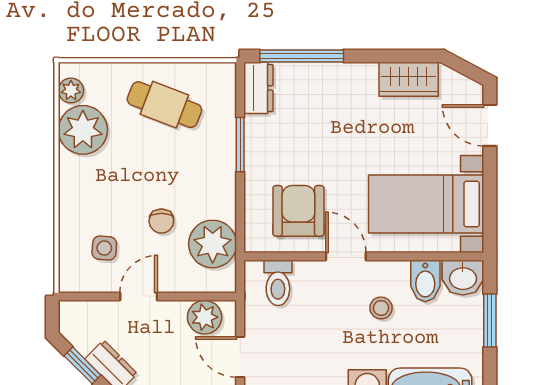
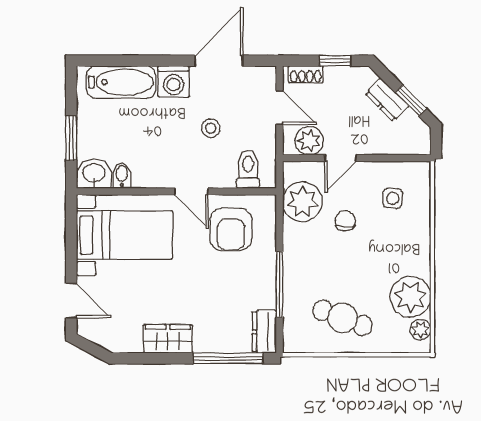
wardrobe: (409, 79) -> (168, 339), moved
window: (240, 145) -> (279, 284), width x1.44
bidet: (425, 281) -> (122, 176), width x0.72, depth x0.74
door: (139, 296) -> (341, 158), moved
stool: (381, 308) -> (211, 128), moved

